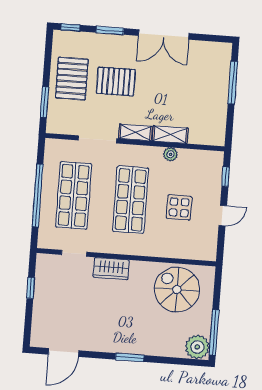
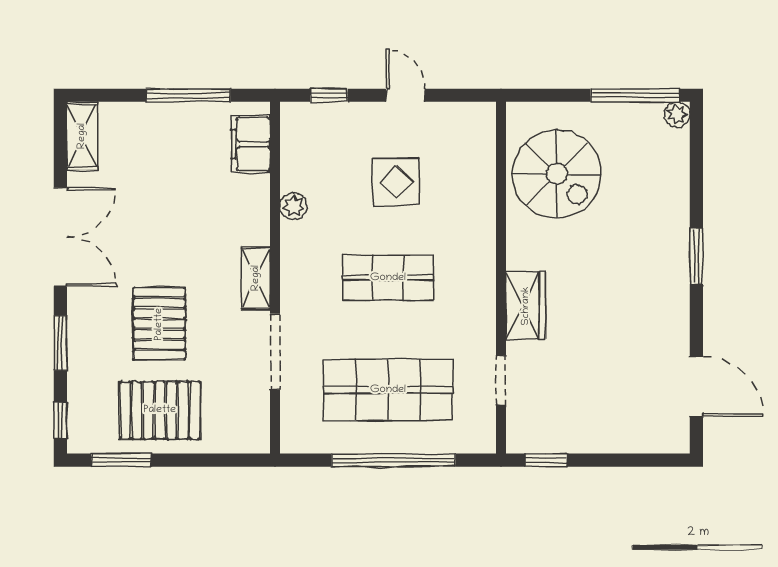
window: (233, 83) -> (188, 95), moved
window: (45, 102) -> (121, 460), moved
shelving: (170, 135) -> (82, 136), moved
filing cabinet: (204, 135) -> (251, 144), added
shop shelf: (131, 200) -> (388, 278), width x0.70, depth x0.74
window: (31, 288) -> (546, 460), moved
spiral stairs: (177, 290) -> (557, 174), turned -90
plant: (197, 347) -> (677, 115), width x0.53, depth x0.53

